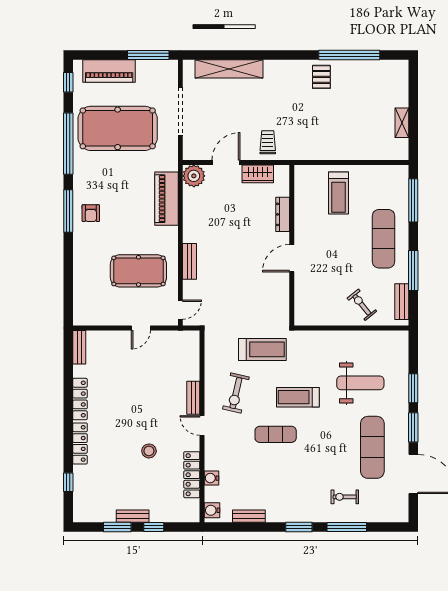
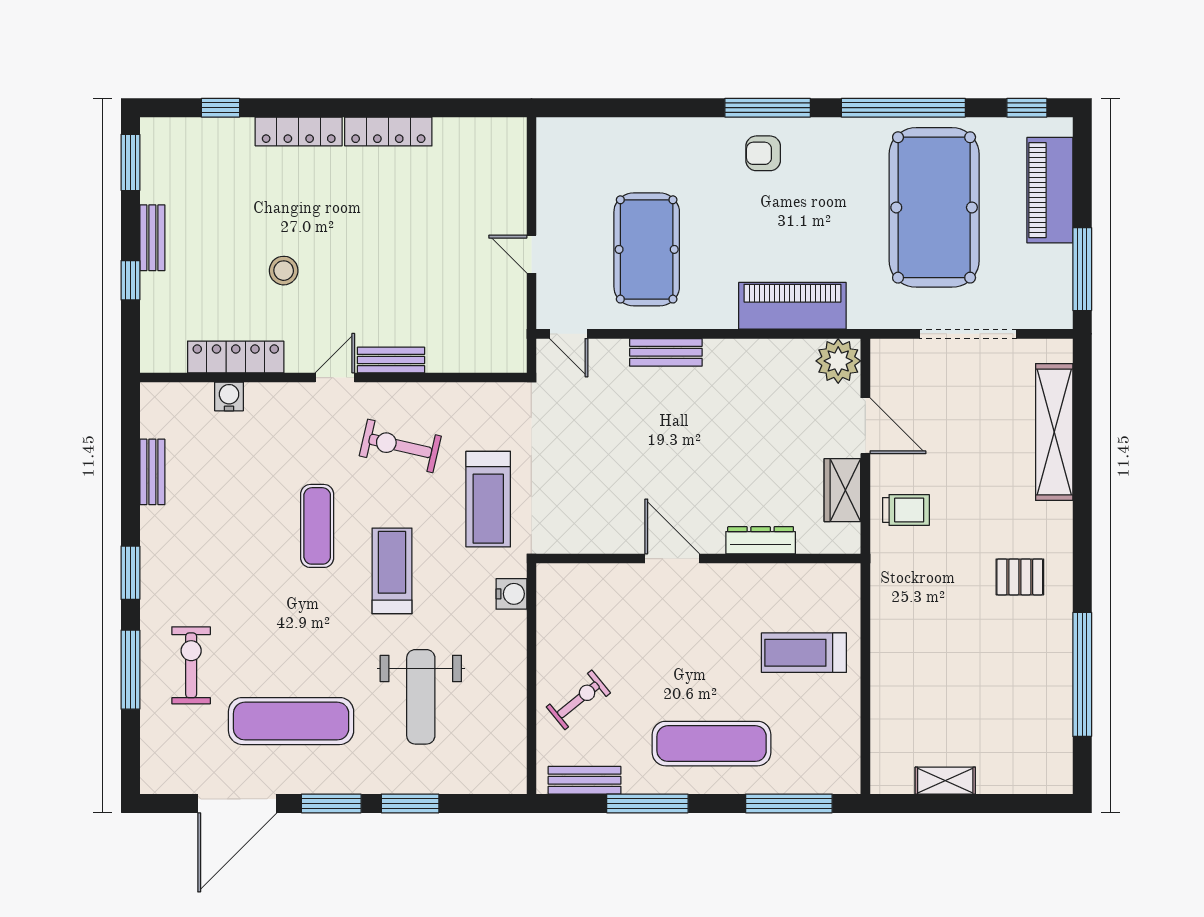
pallet: (321, 77) -> (1020, 577), moved
bench: (79, 347) -> (493, 130), removed
exercise bike: (345, 497) -> (191, 665), width x1.38, depth x1.39
water cooler: (212, 510) -> (511, 594), moved, turned 90
window: (117, 527) -> (130, 162), moved

